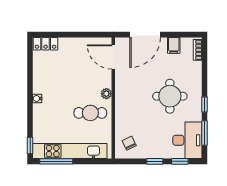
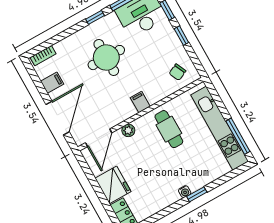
door: (145, 35) -> (58, 118), hinge flipped
fridge: (72, 48) -> (113, 185), added
plant: (106, 94) -> (128, 130), moved
filing cabinet: (122, 103) -> (140, 102), added
window: (30, 146) -> (197, 194), moved

